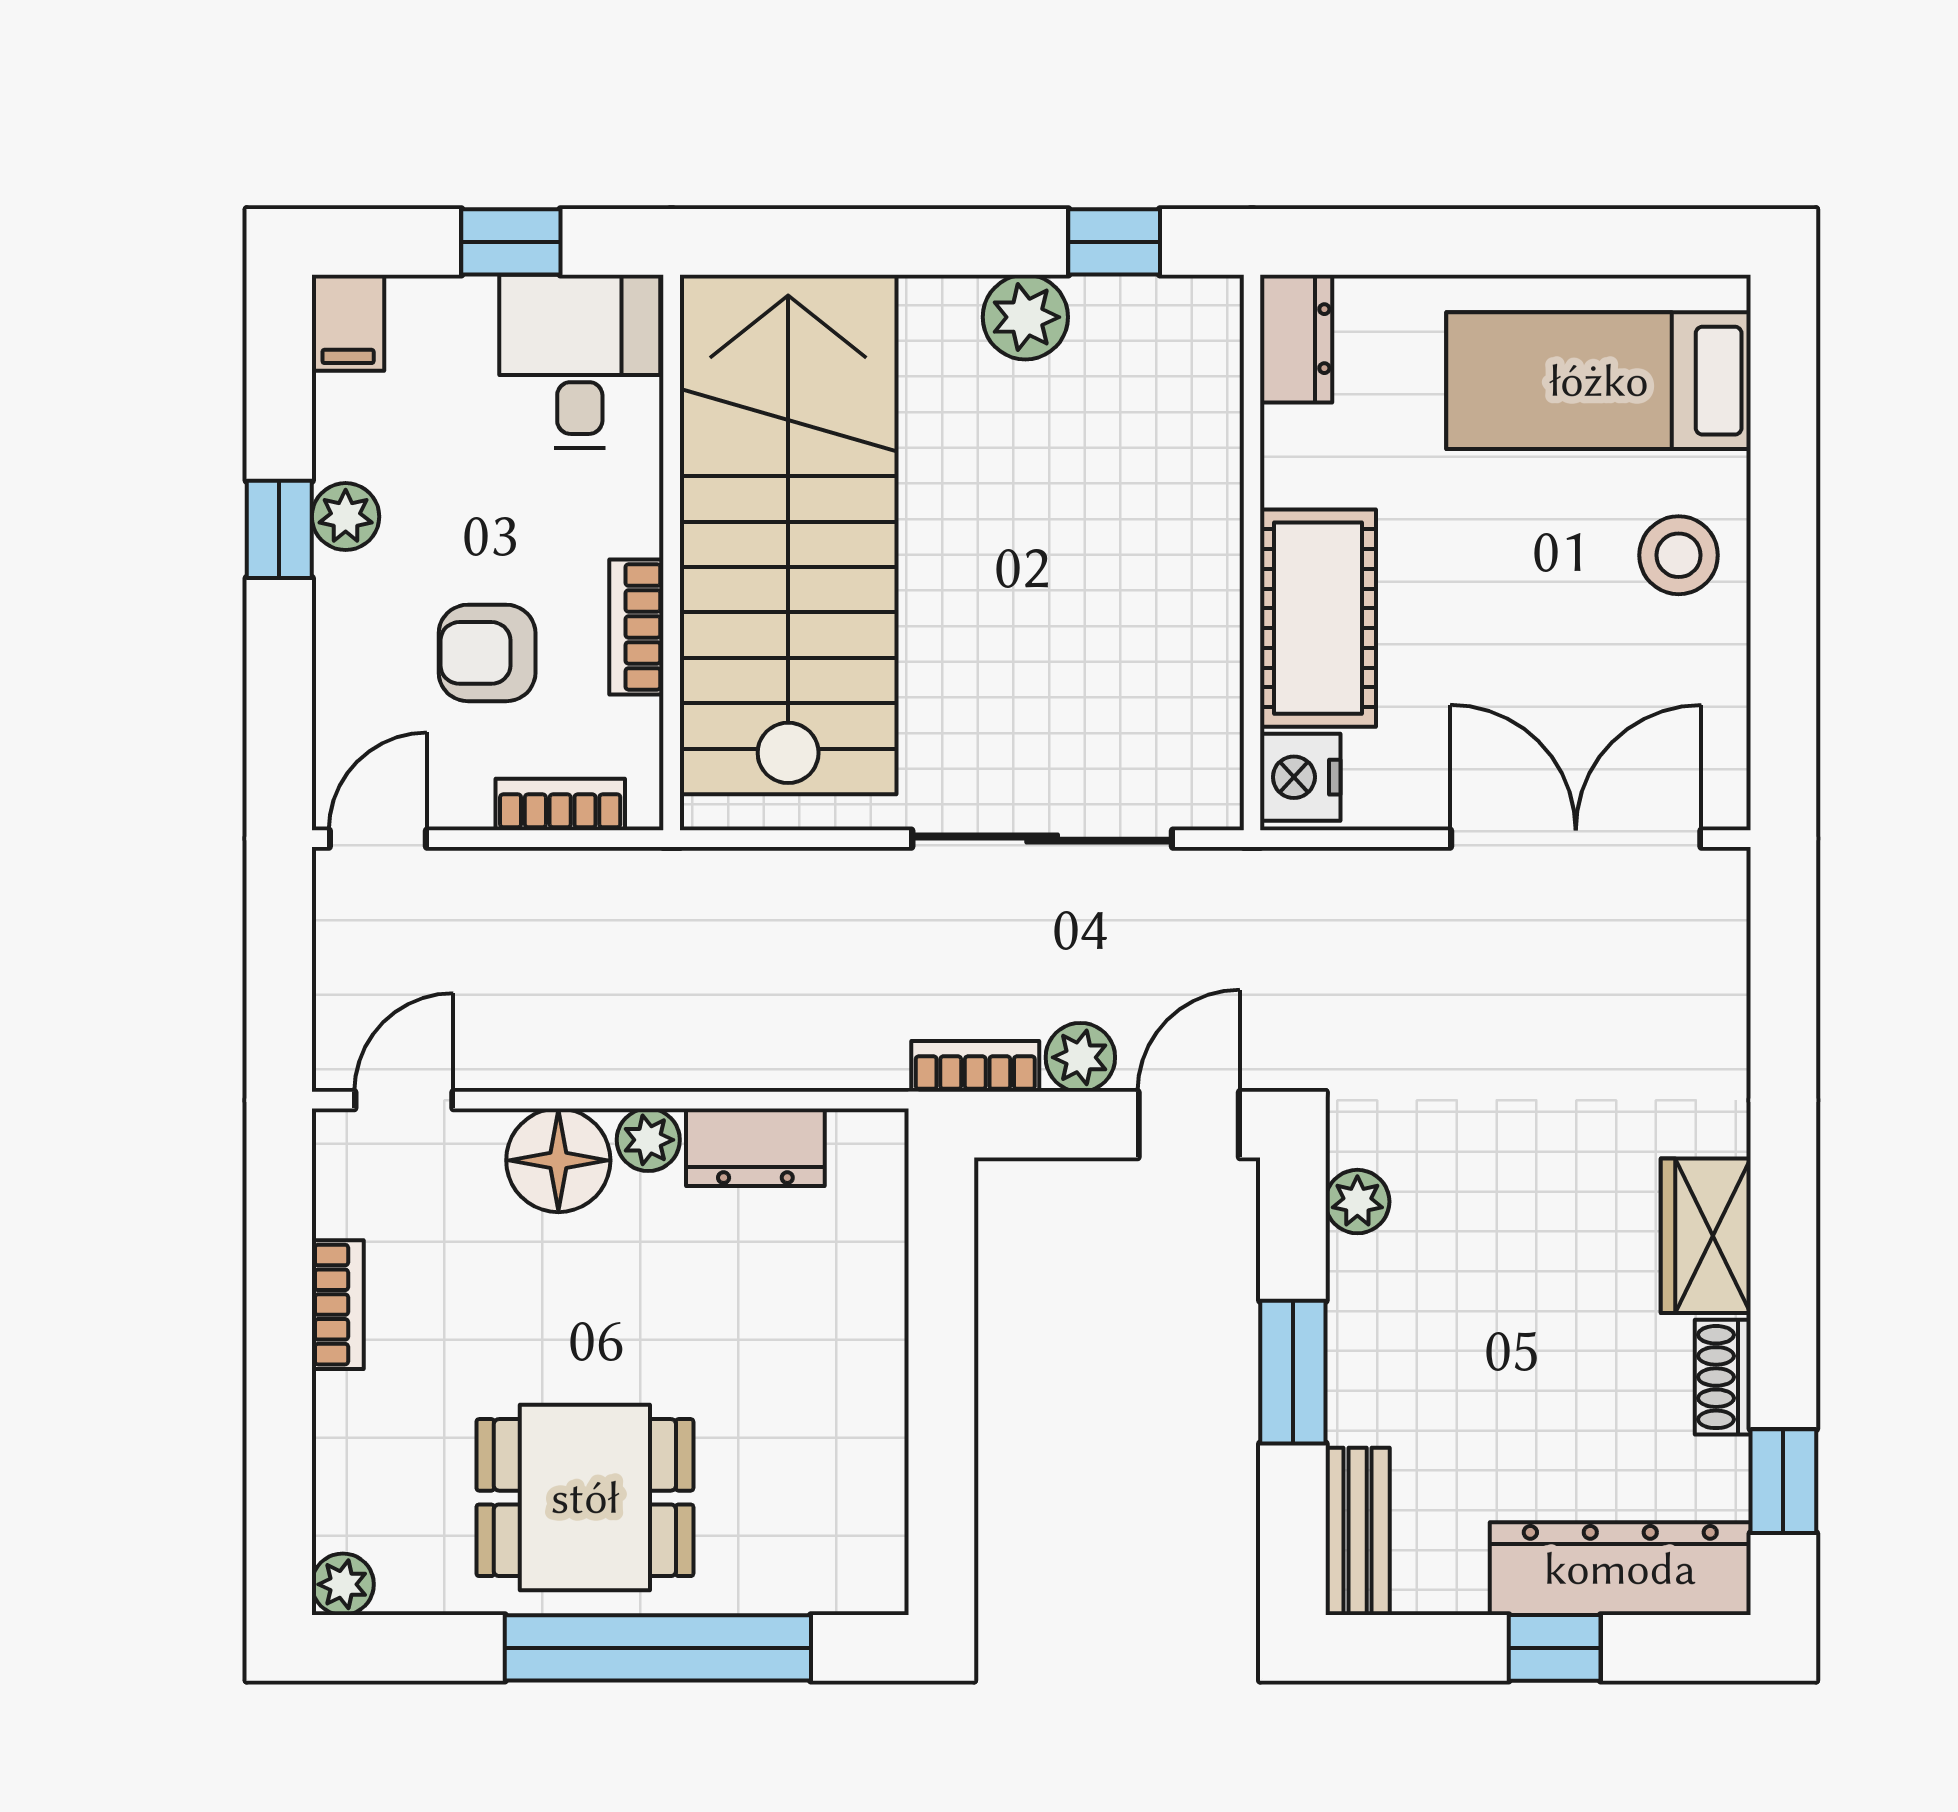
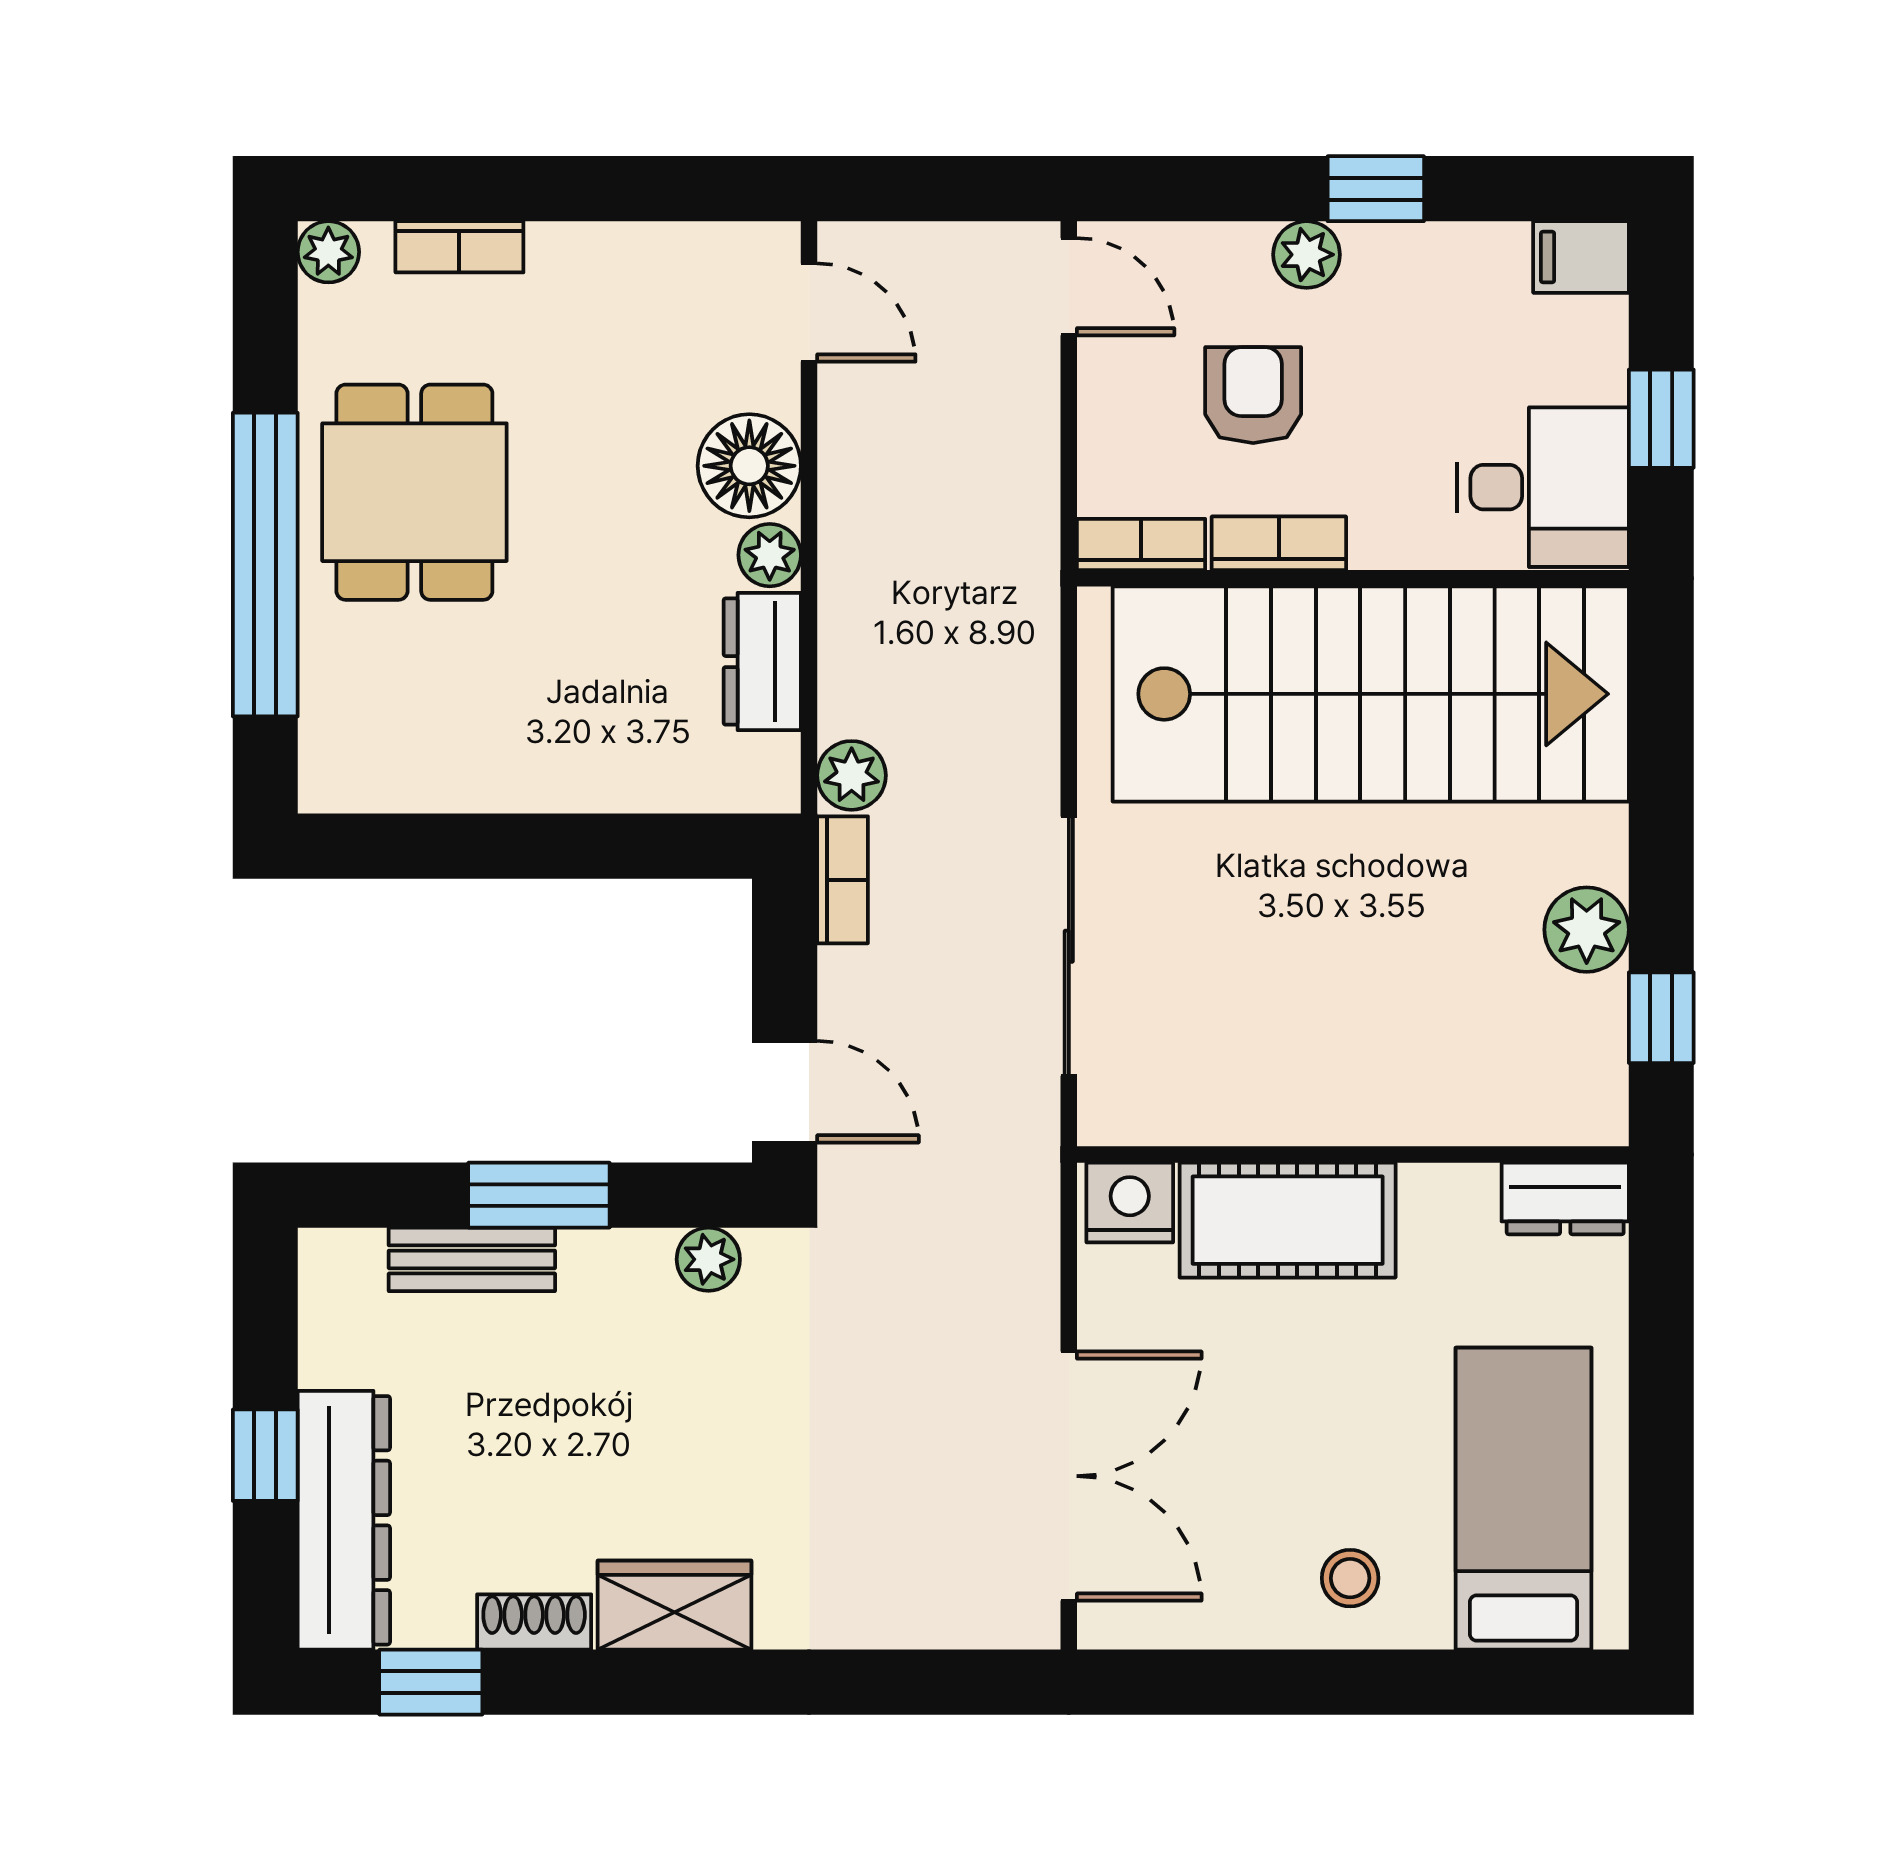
plant: (346, 517) -> (1307, 255), moved
stool: (1679, 555) -> (1350, 1578), width x0.73, depth x0.73
bookcase: (560, 805) -> (1141, 545), moved, turned -90
plant: (1080, 1057) -> (852, 775), moved
bookcase: (338, 1305) -> (459, 247), moved
bench: (1358, 1531) -> (472, 1259), moved

